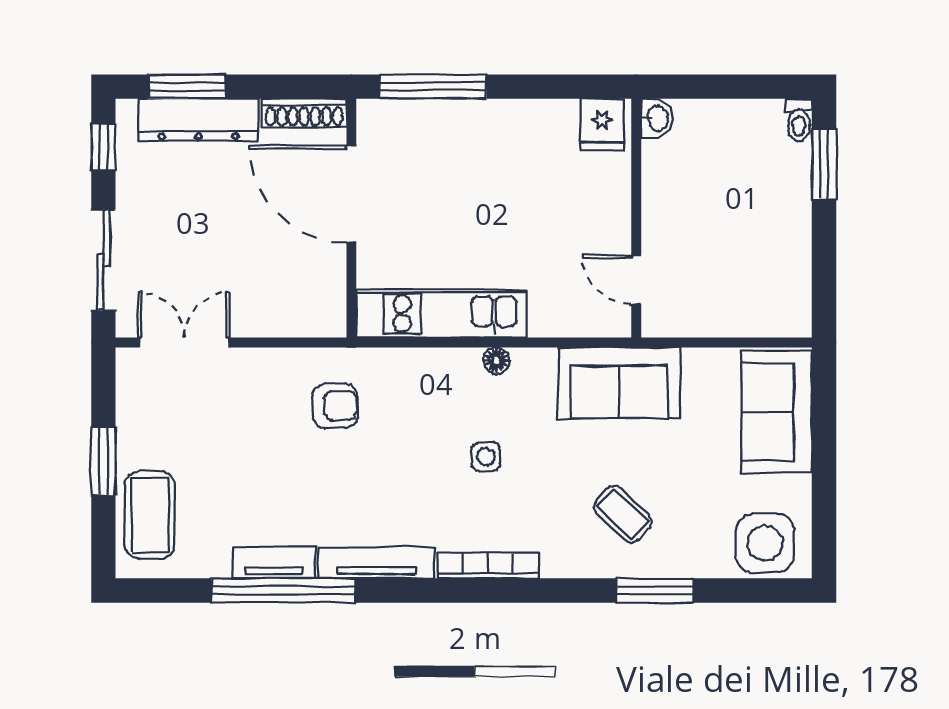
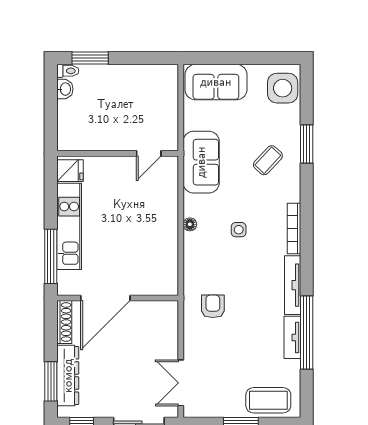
washbasin: (657, 118) -> (65, 89), moved, turned 90
kitchen unit: (441, 314) -> (69, 226), moved, turned 180

